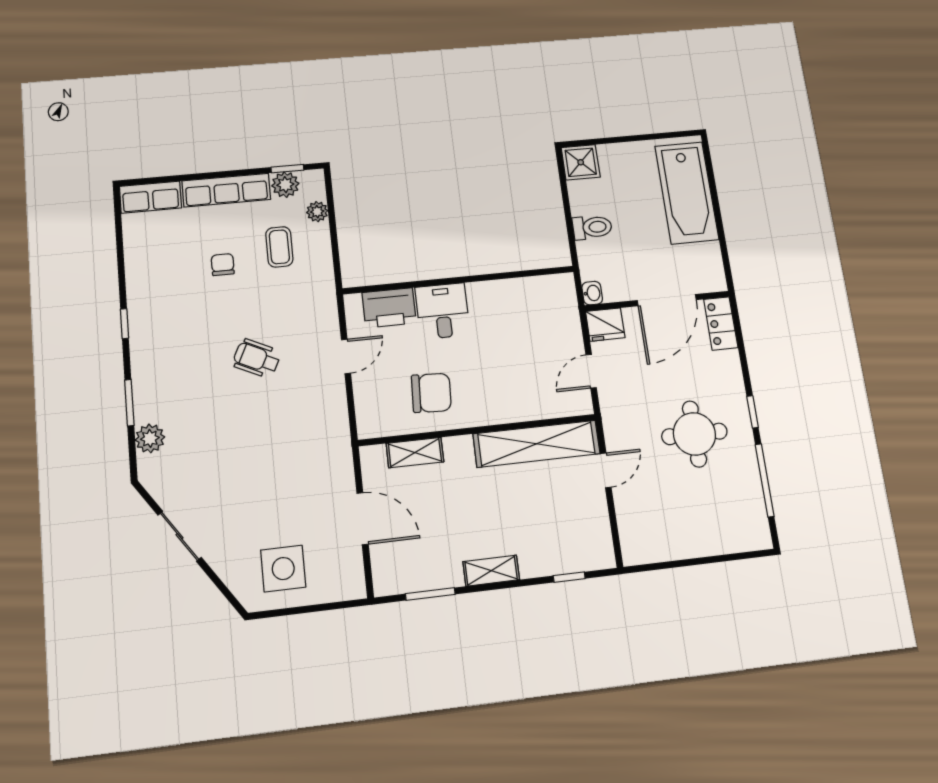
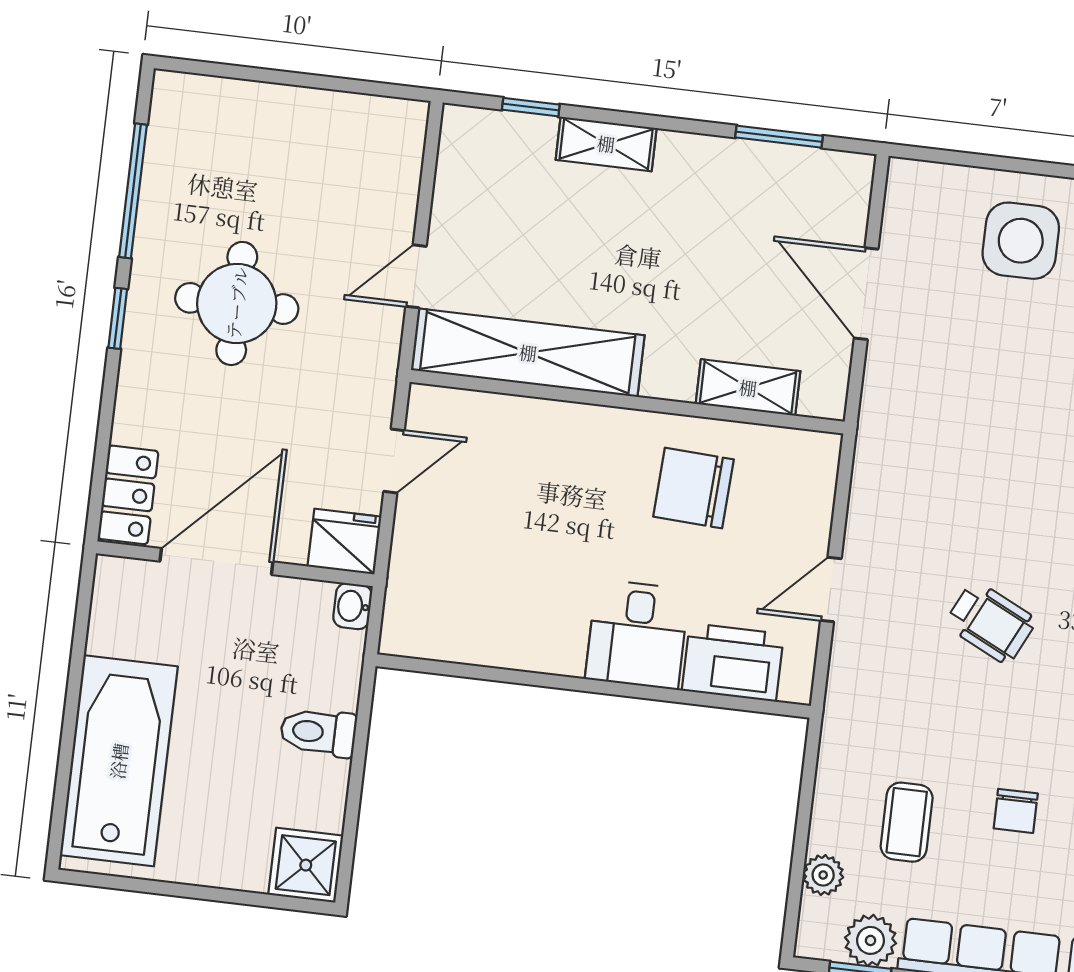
shelving: (491, 571) -> (606, 144), moved

